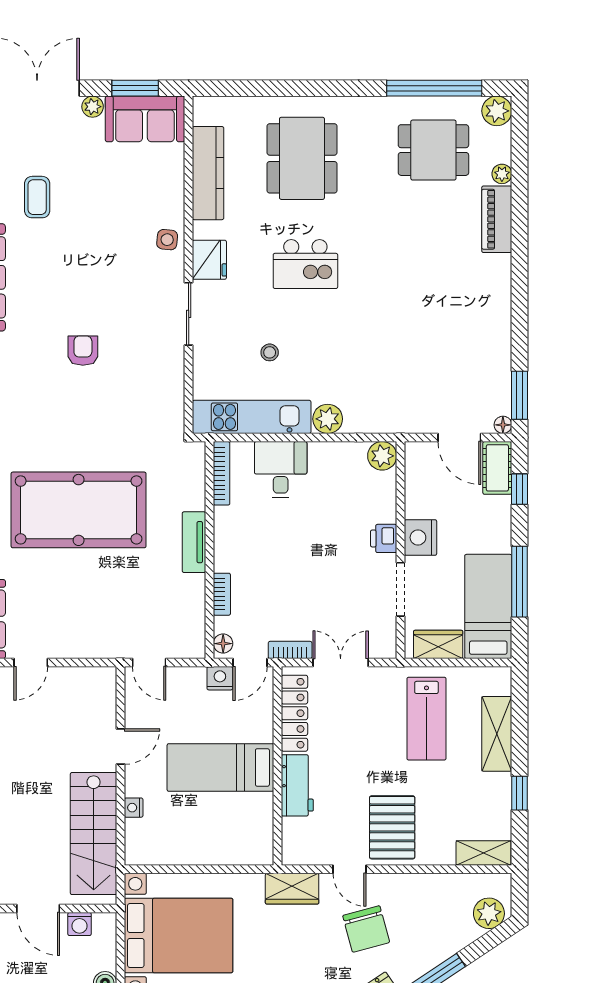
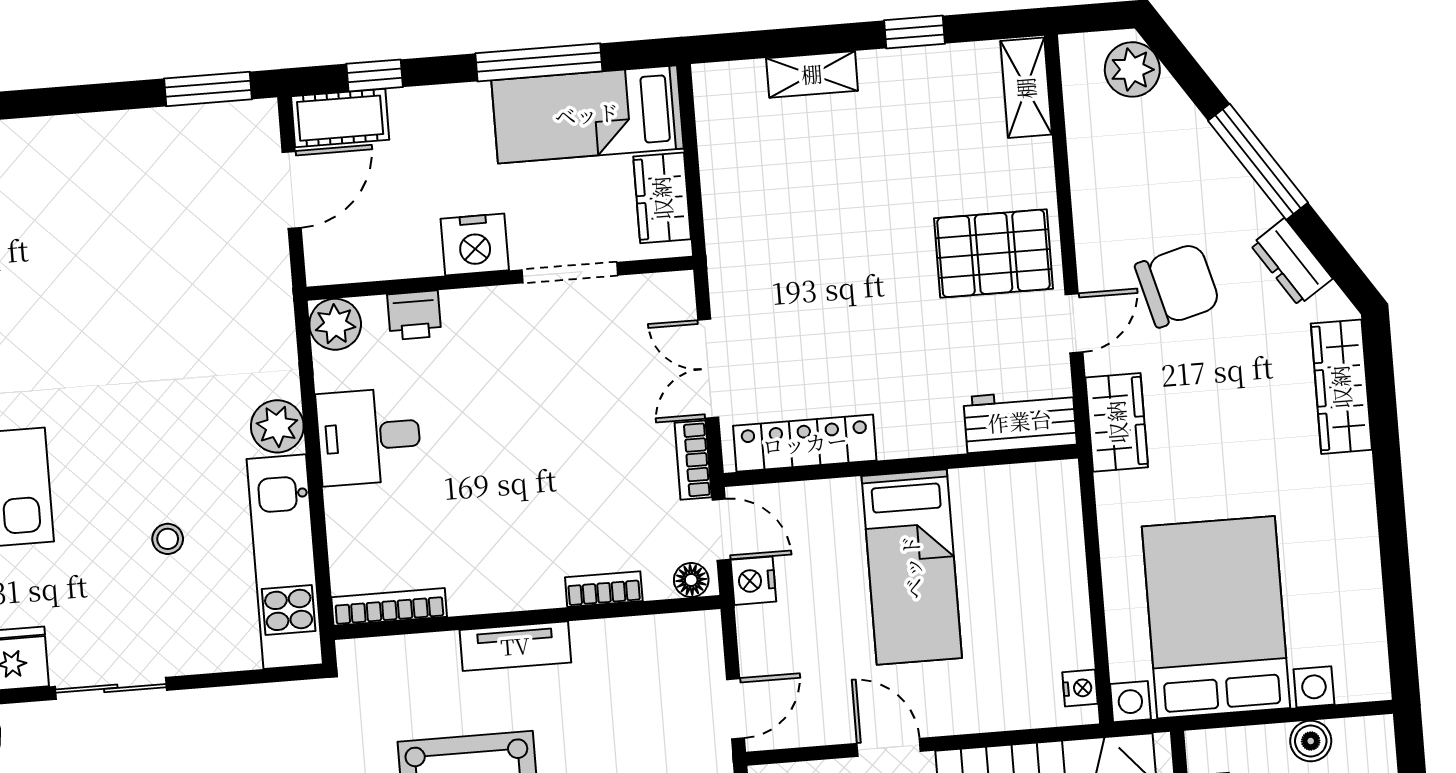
floor lamp: (503, 425) -> (263, 114), removed
desk: (281, 470) -> (369, 437), moved
printer: (384, 538) -> (414, 315), moved
lab bench: (426, 719) -> (796, 208), removed
shelving: (497, 734) -> (812, 74), width x0.67, depth x0.75
workbench: (297, 785) -> (1020, 421), moved
nightstand: (134, 808) -> (1080, 688), moved, turned -90

